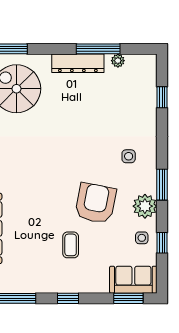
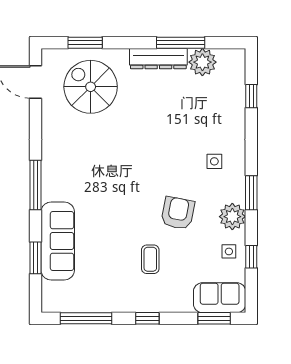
plant: (118, 61) -> (202, 62), width x1.87, depth x1.87
armchair: (96, 203) -> (178, 213), width x0.73, depth x0.73

